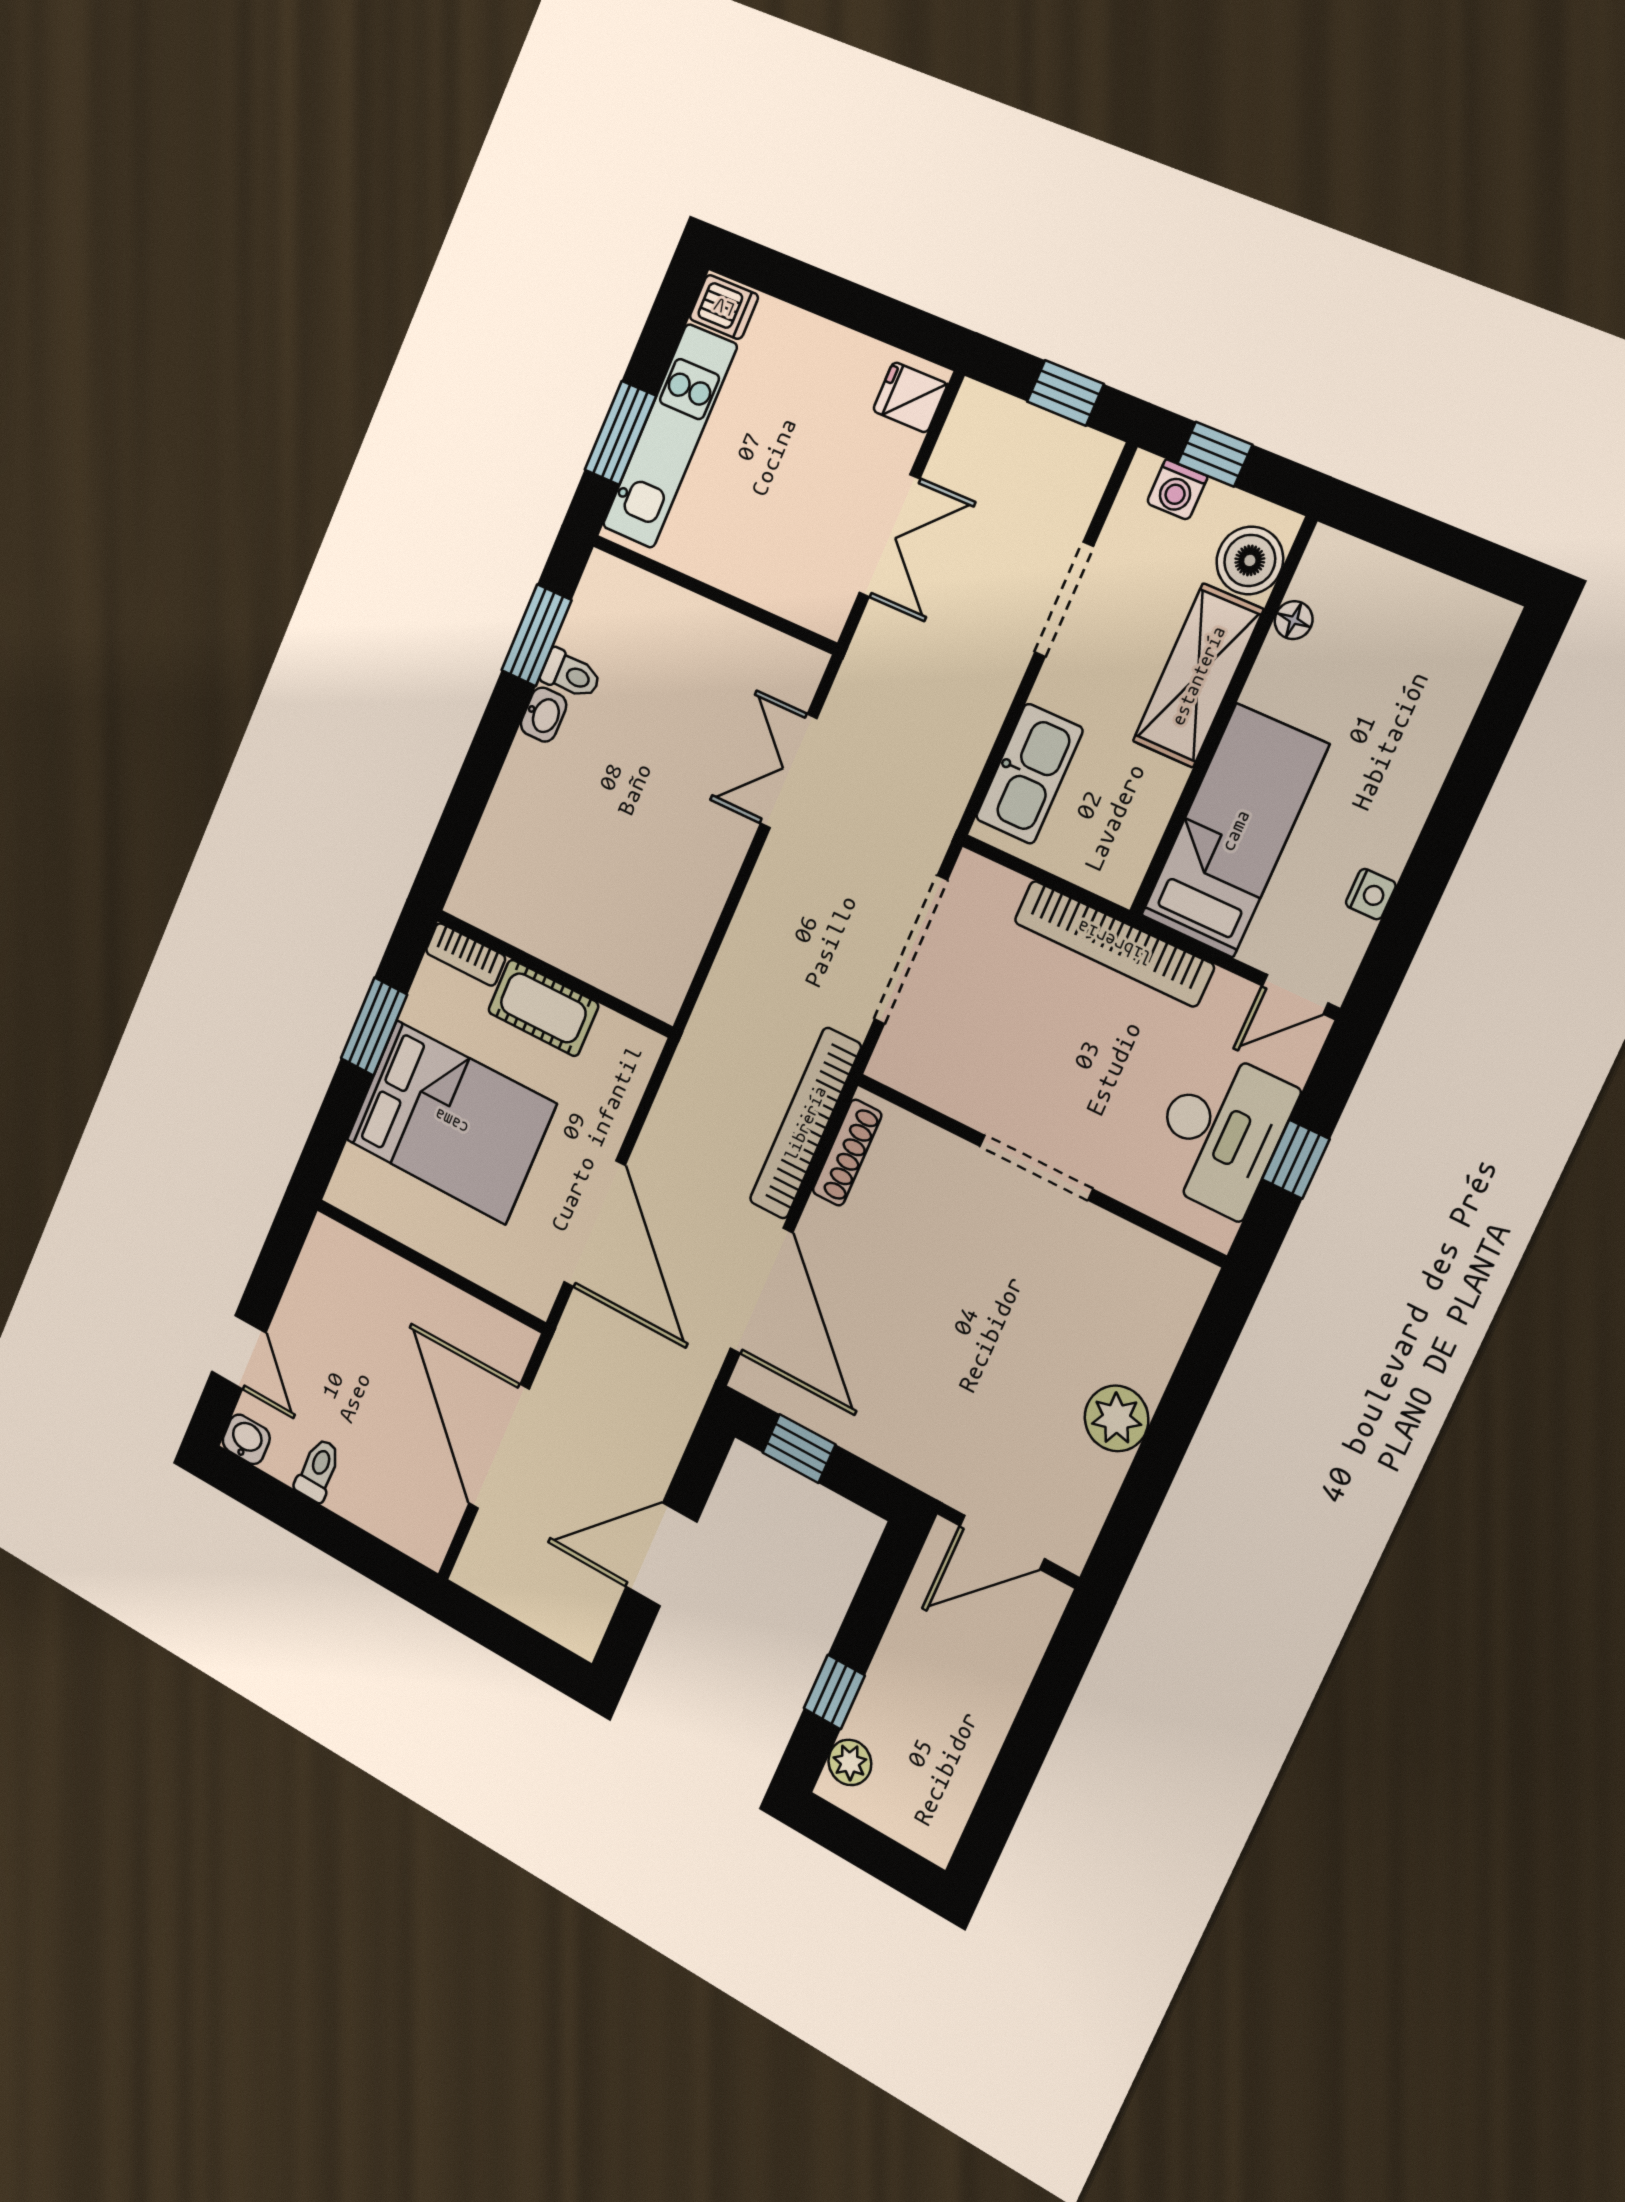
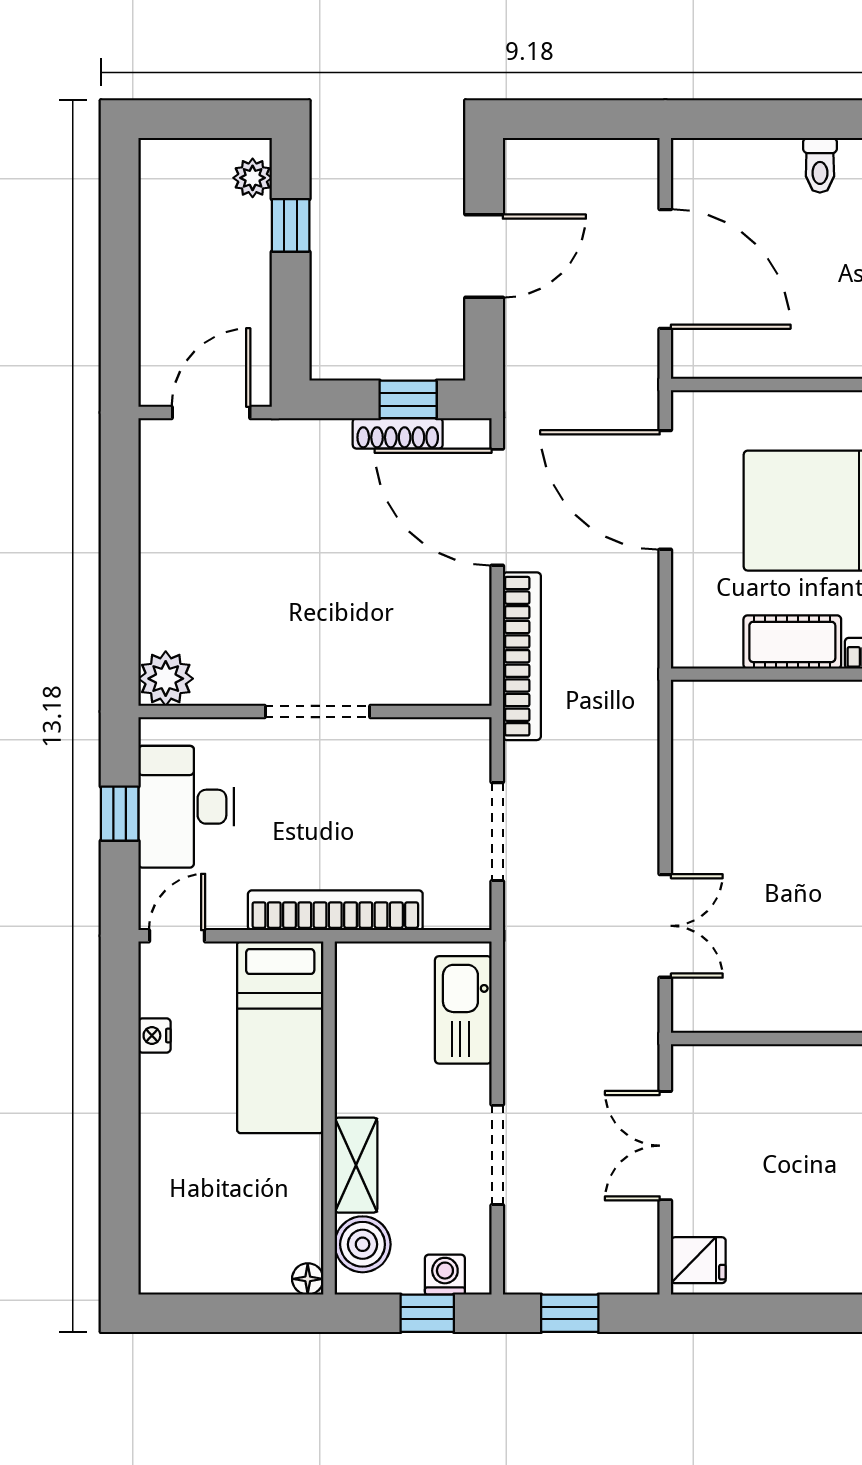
floor lamp: (1294, 620) -> (308, 1279), moved
shelving: (1198, 675) -> (356, 1165), width x0.67, depth x0.75
doorway: (911, 950) -> (497, 832), width x0.73
shoe rack: (847, 1153) -> (398, 433), moved, turned -90
plant: (1116, 1418) -> (166, 679), moved

